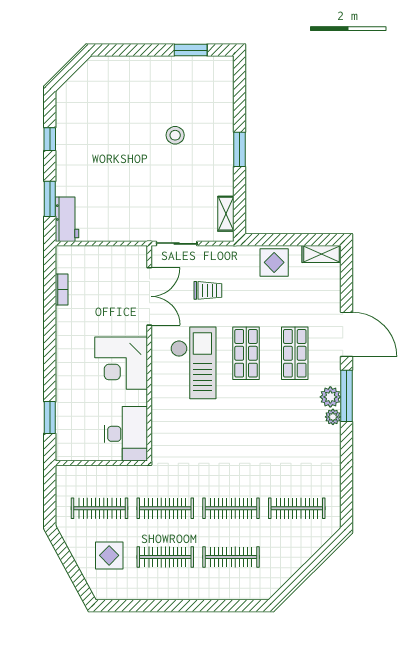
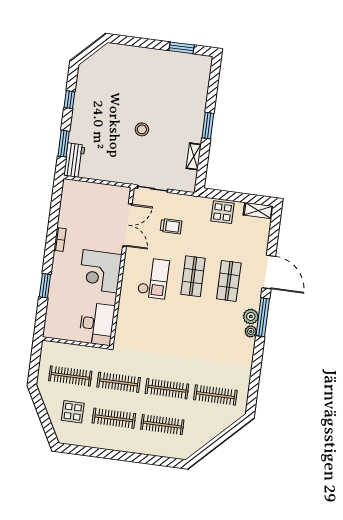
stool: (175, 135) -> (142, 129), moved
shelving: (226, 214) -> (194, 156), moved
bookcase: (62, 290) -> (60, 239), moved
checkout: (193, 363) -> (153, 278), width x0.73, depth x0.83
window: (50, 417) -> (45, 286), moved

